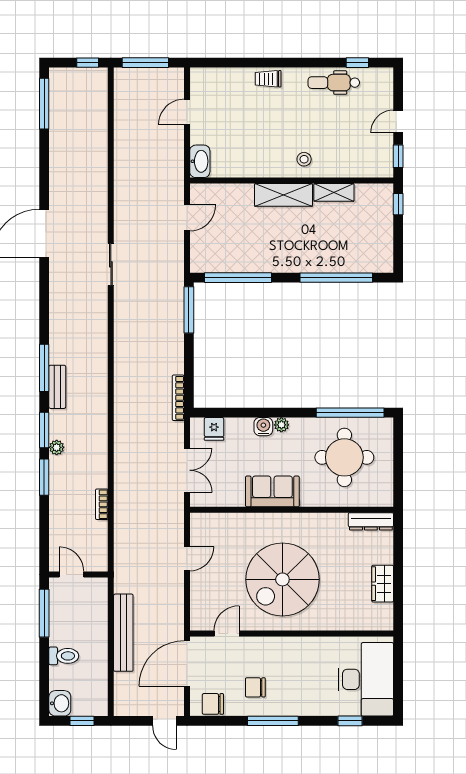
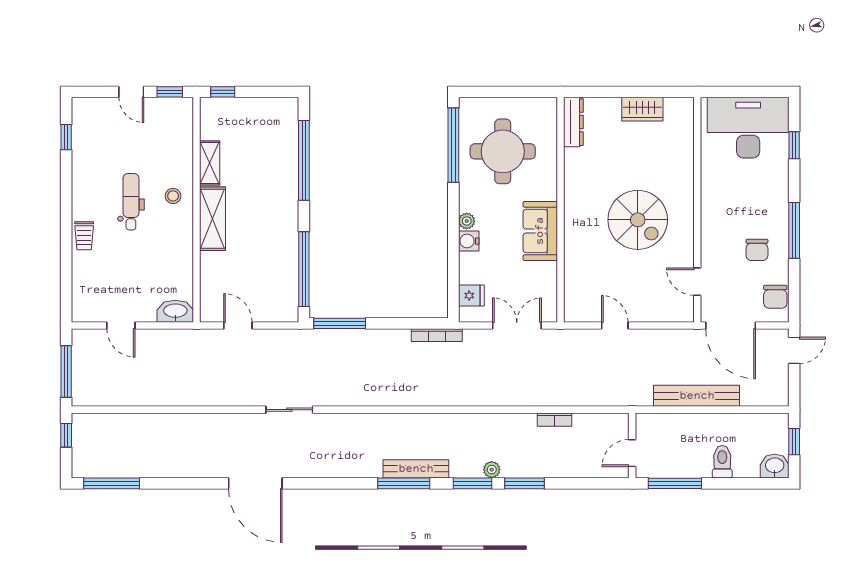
dental chair: (334, 83) -> (131, 202), moved, turned 180
bench: (57, 387) -> (416, 469), width x1.36
spiral stairs: (282, 579) -> (638, 220), width x0.73, depth x0.73

